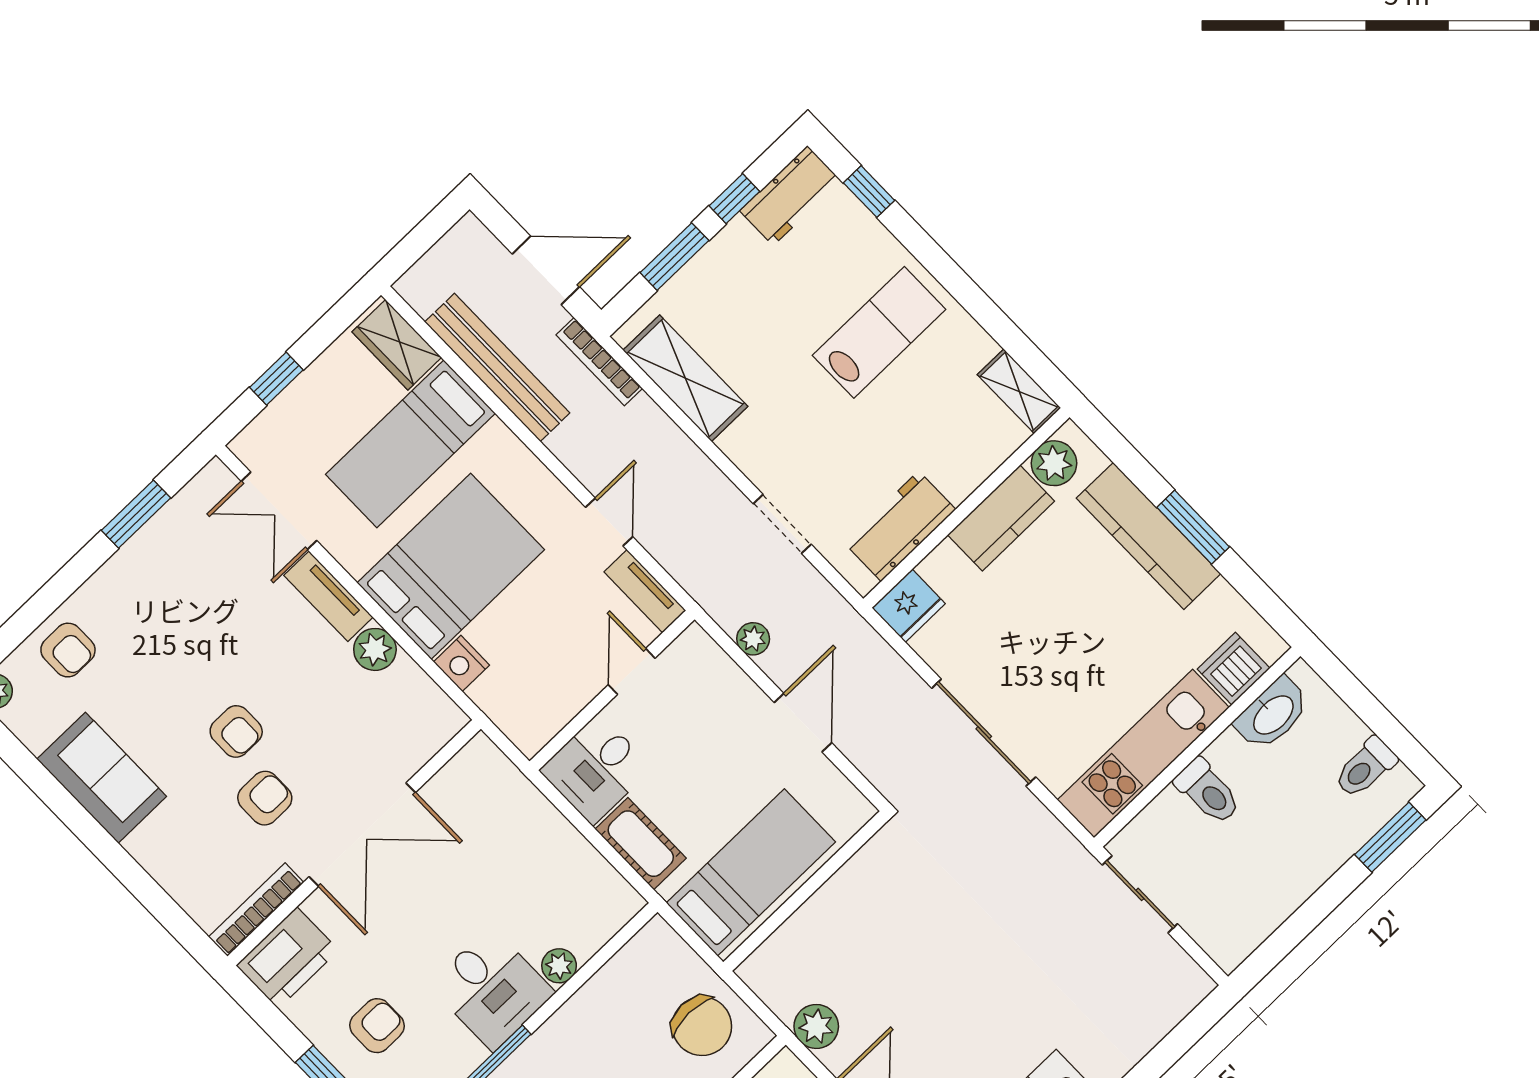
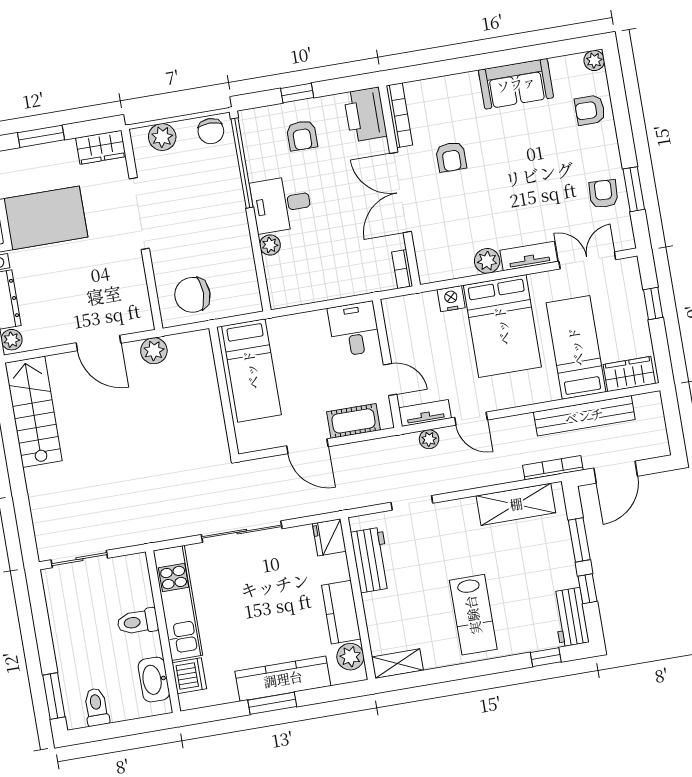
plant: (753, 639) -> (429, 439), moved
armchair: (236, 731) -> (603, 194), moved, turned 93
bookcase: (467, 760) -> (402, 269), added
cot: (641, 844) -> (354, 421), moved
sliding door: (1140, 894) -> (79, 559), moved

